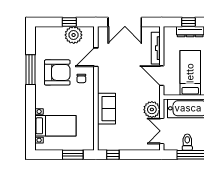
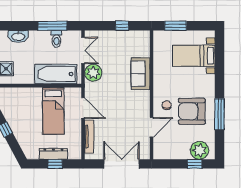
window: (69, 22) -> (195, 164), moved
plant: (74, 35) -> (200, 150), moved
window: (113, 155) -> (122, 26), moved

